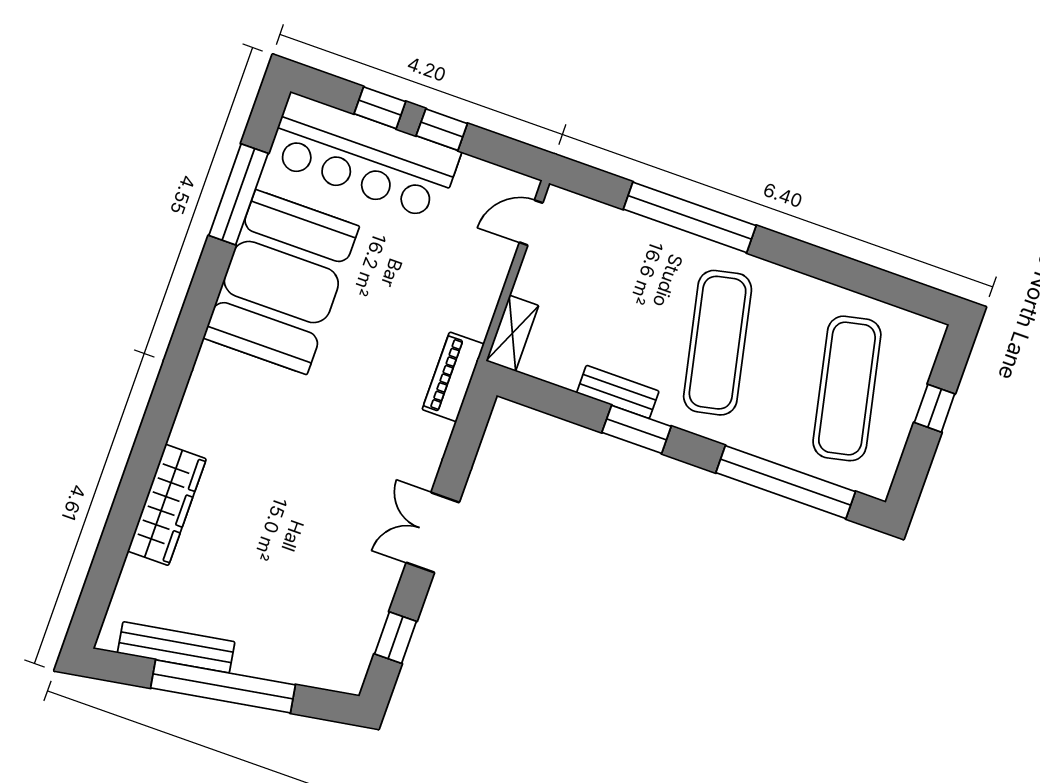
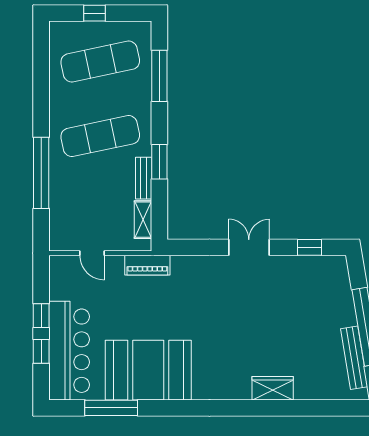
door: (531, 223) -> (92, 253), moved
shelving: (512, 333) -> (143, 220), moved, turned 90
piano: (453, 377) -> (147, 265), moved
window: (786, 482) -> (159, 76), width x0.68
wardrobe: (167, 505) -> (273, 388), width x0.67
double door: (433, 532) -> (249, 247), swing flipped

